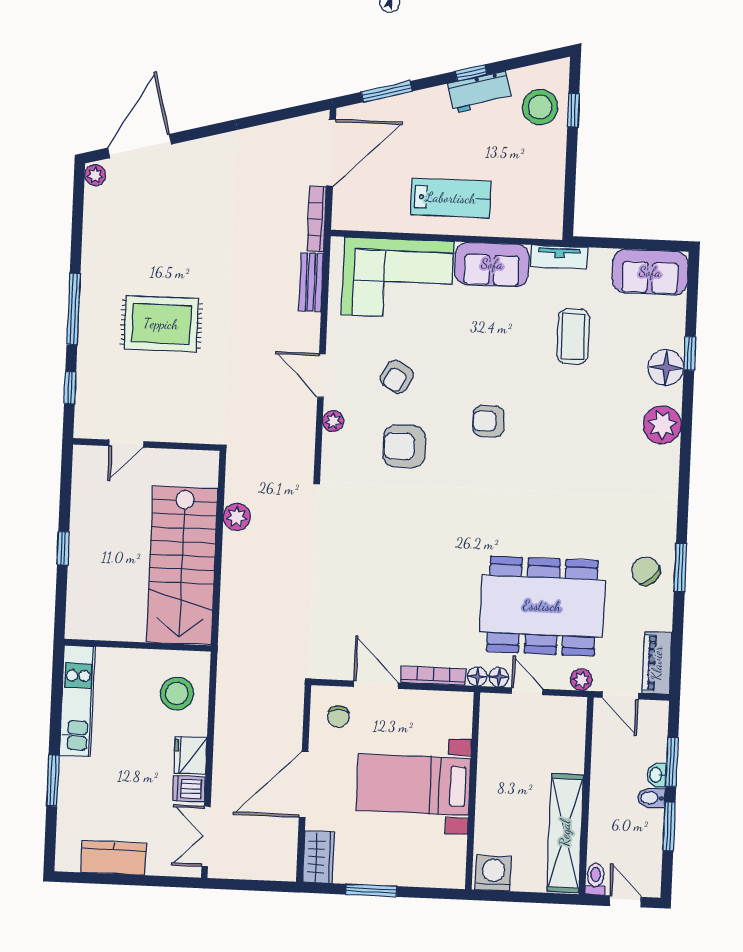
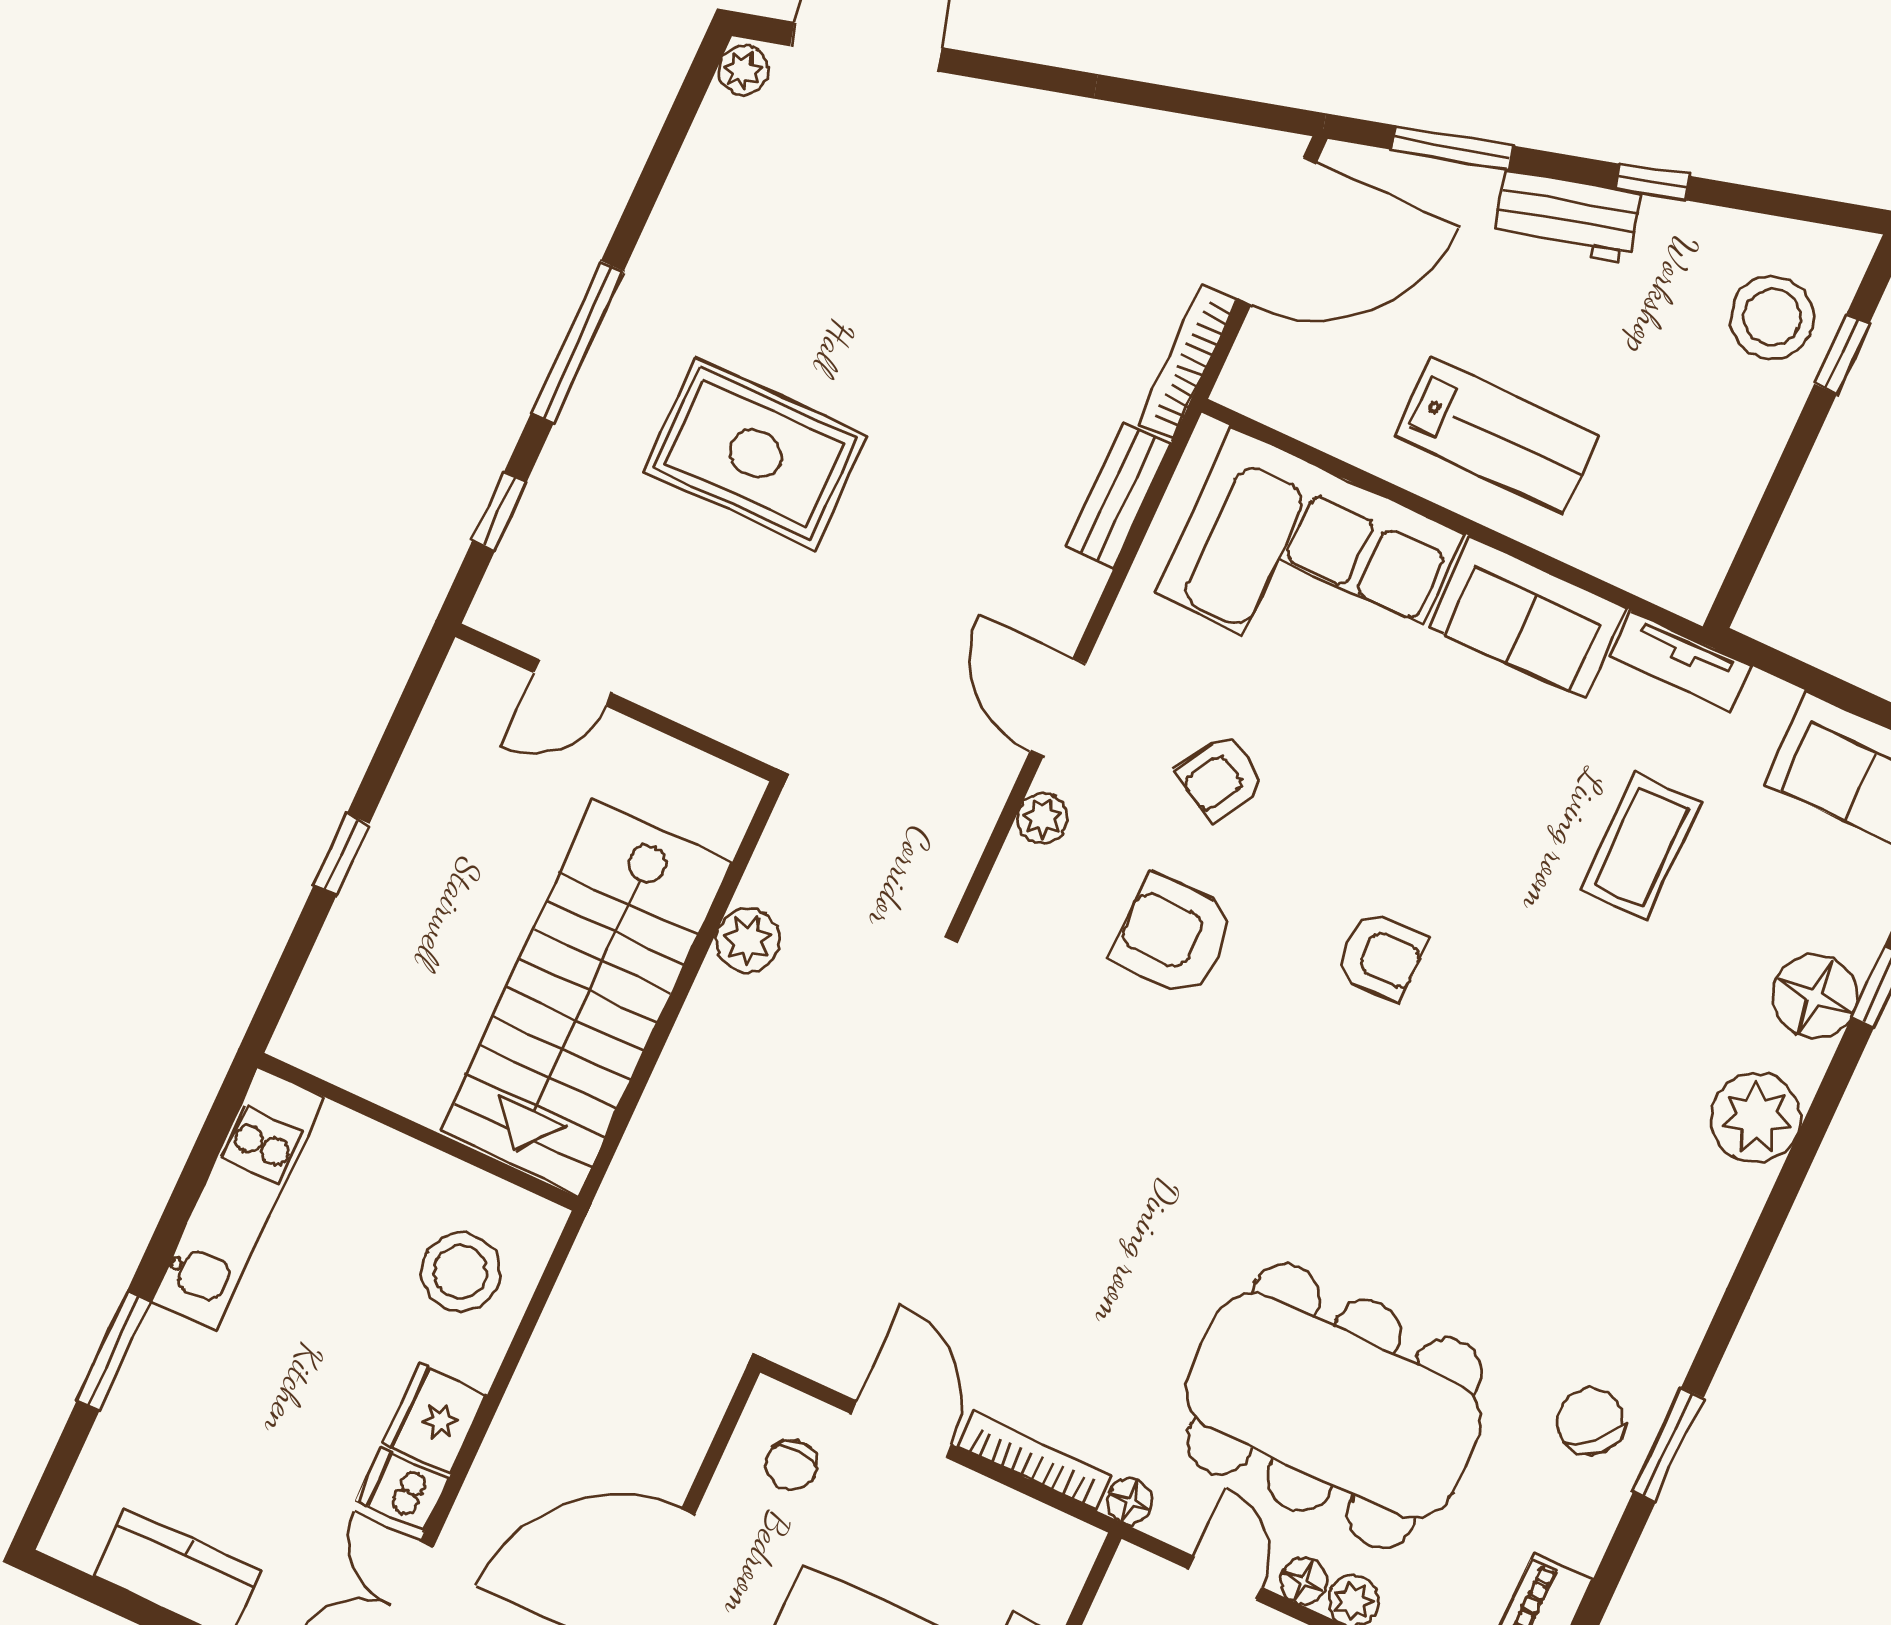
workbench: (480, 92) -> (1567, 216), moved
armchair: (489, 421) -> (1381, 956), turned 180
floor lamp: (499, 677) -> (1304, 1581), moved

